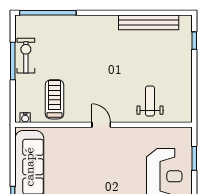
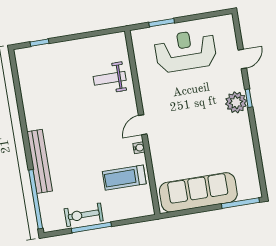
bench: (149, 22) -> (40, 161), moved
water cooler: (25, 118) -> (139, 148), moved

